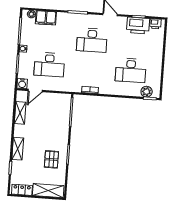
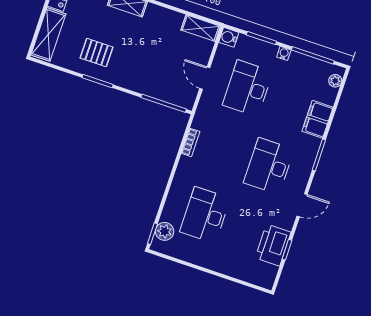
filing cabinet: (46, 18) -> (318, 119), moved
printer: (155, 24) -> (269, 273), removed
door: (35, 90) -> (205, 78), moved
shelving: (20, 113) -> (201, 28), moved

